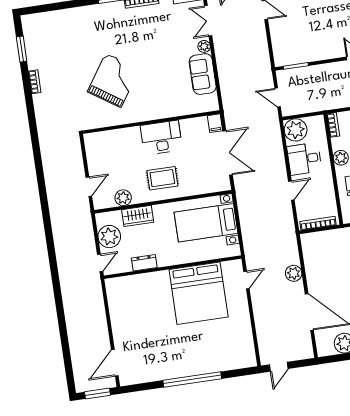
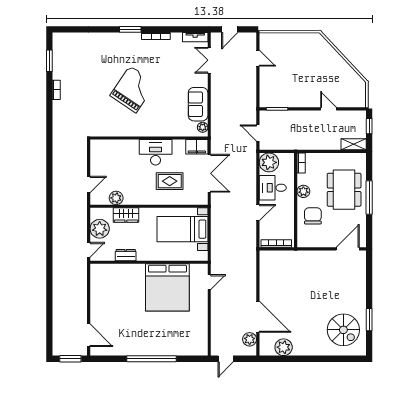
plant: (204, 46) -> (203, 127), moved
grand piano: (113, 80) -> (133, 89), moved
filing cabinet: (215, 123) -> (197, 147), width x2.00
rug: (162, 178) -> (170, 181), moved
plant: (294, 273) -> (250, 339), moved
door: (115, 363) -> (89, 335), swing flipped

